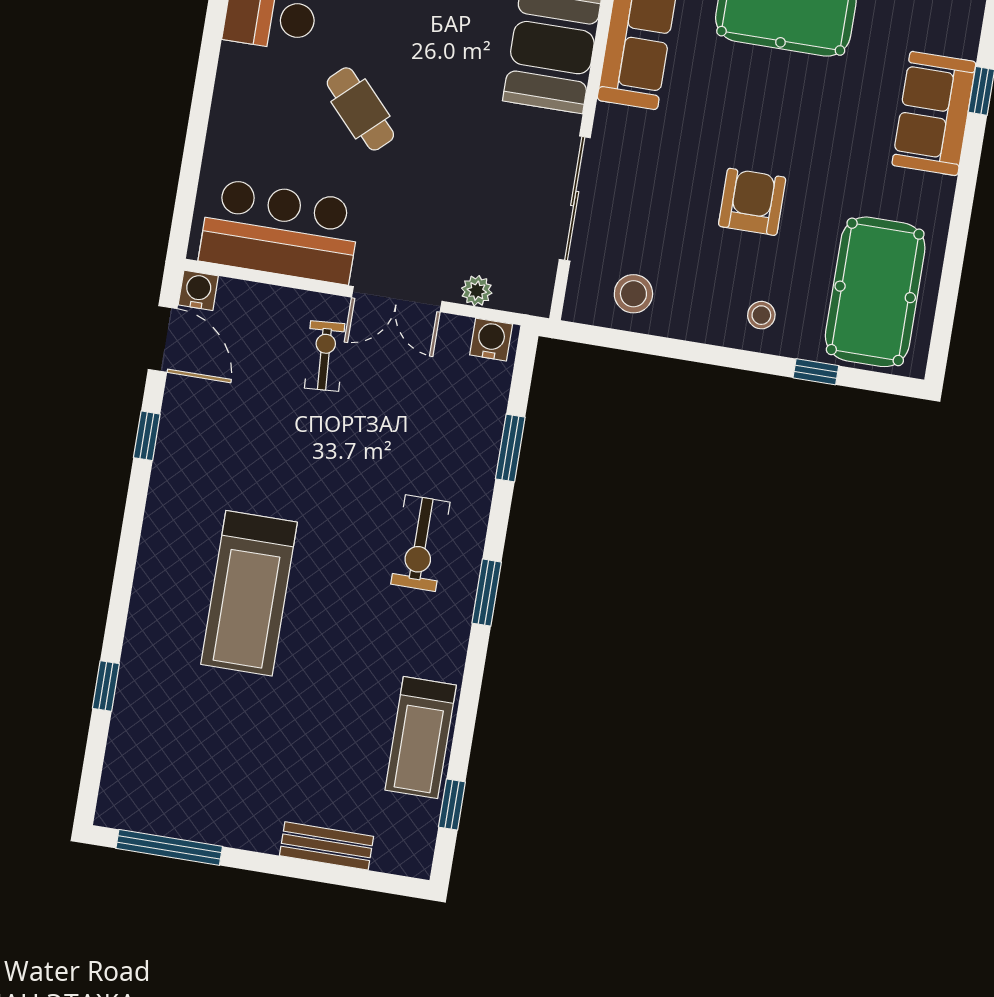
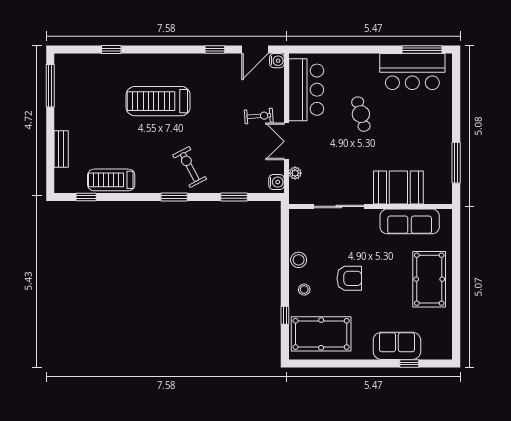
cafe table: (360, 109) -> (361, 114), turned -62
stool: (633, 294) -> (299, 260), moved
exercise bike: (420, 543) -> (190, 167), turned 62

